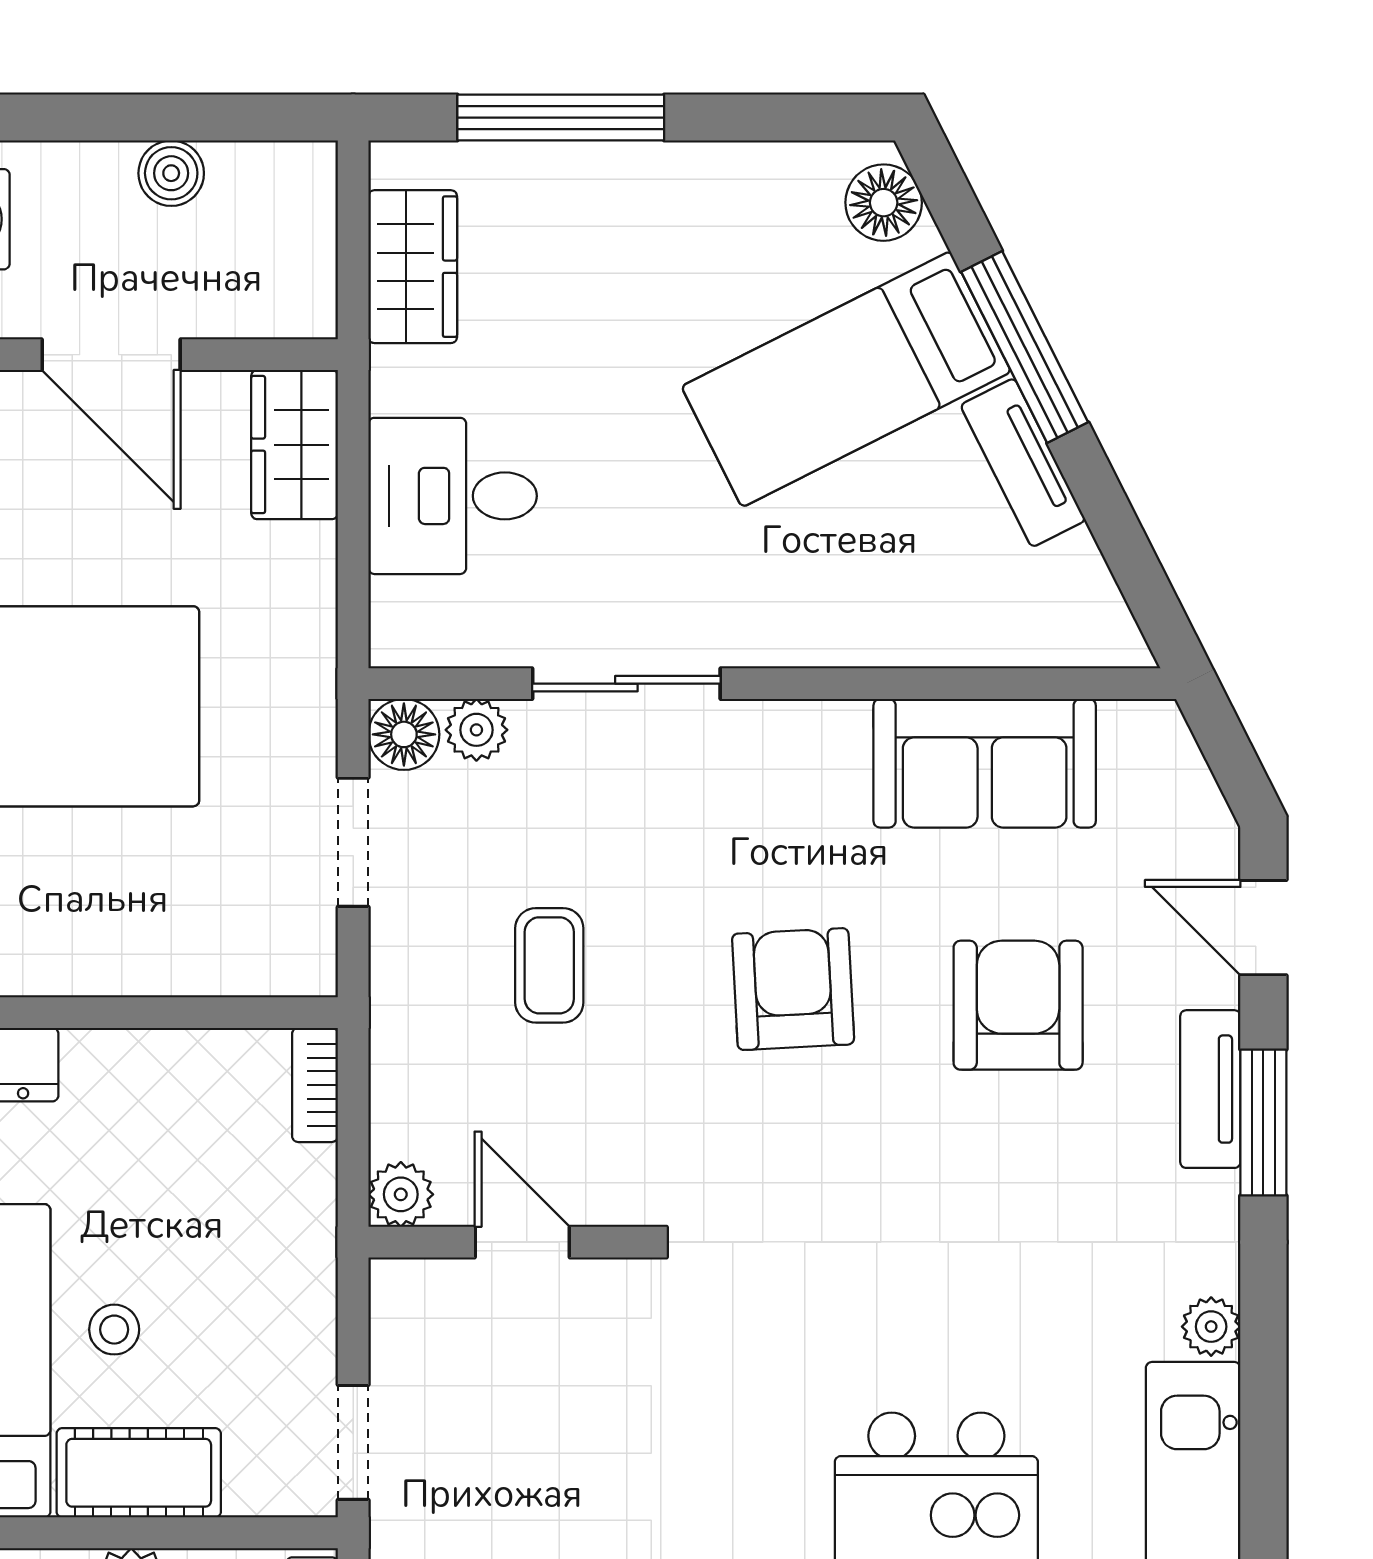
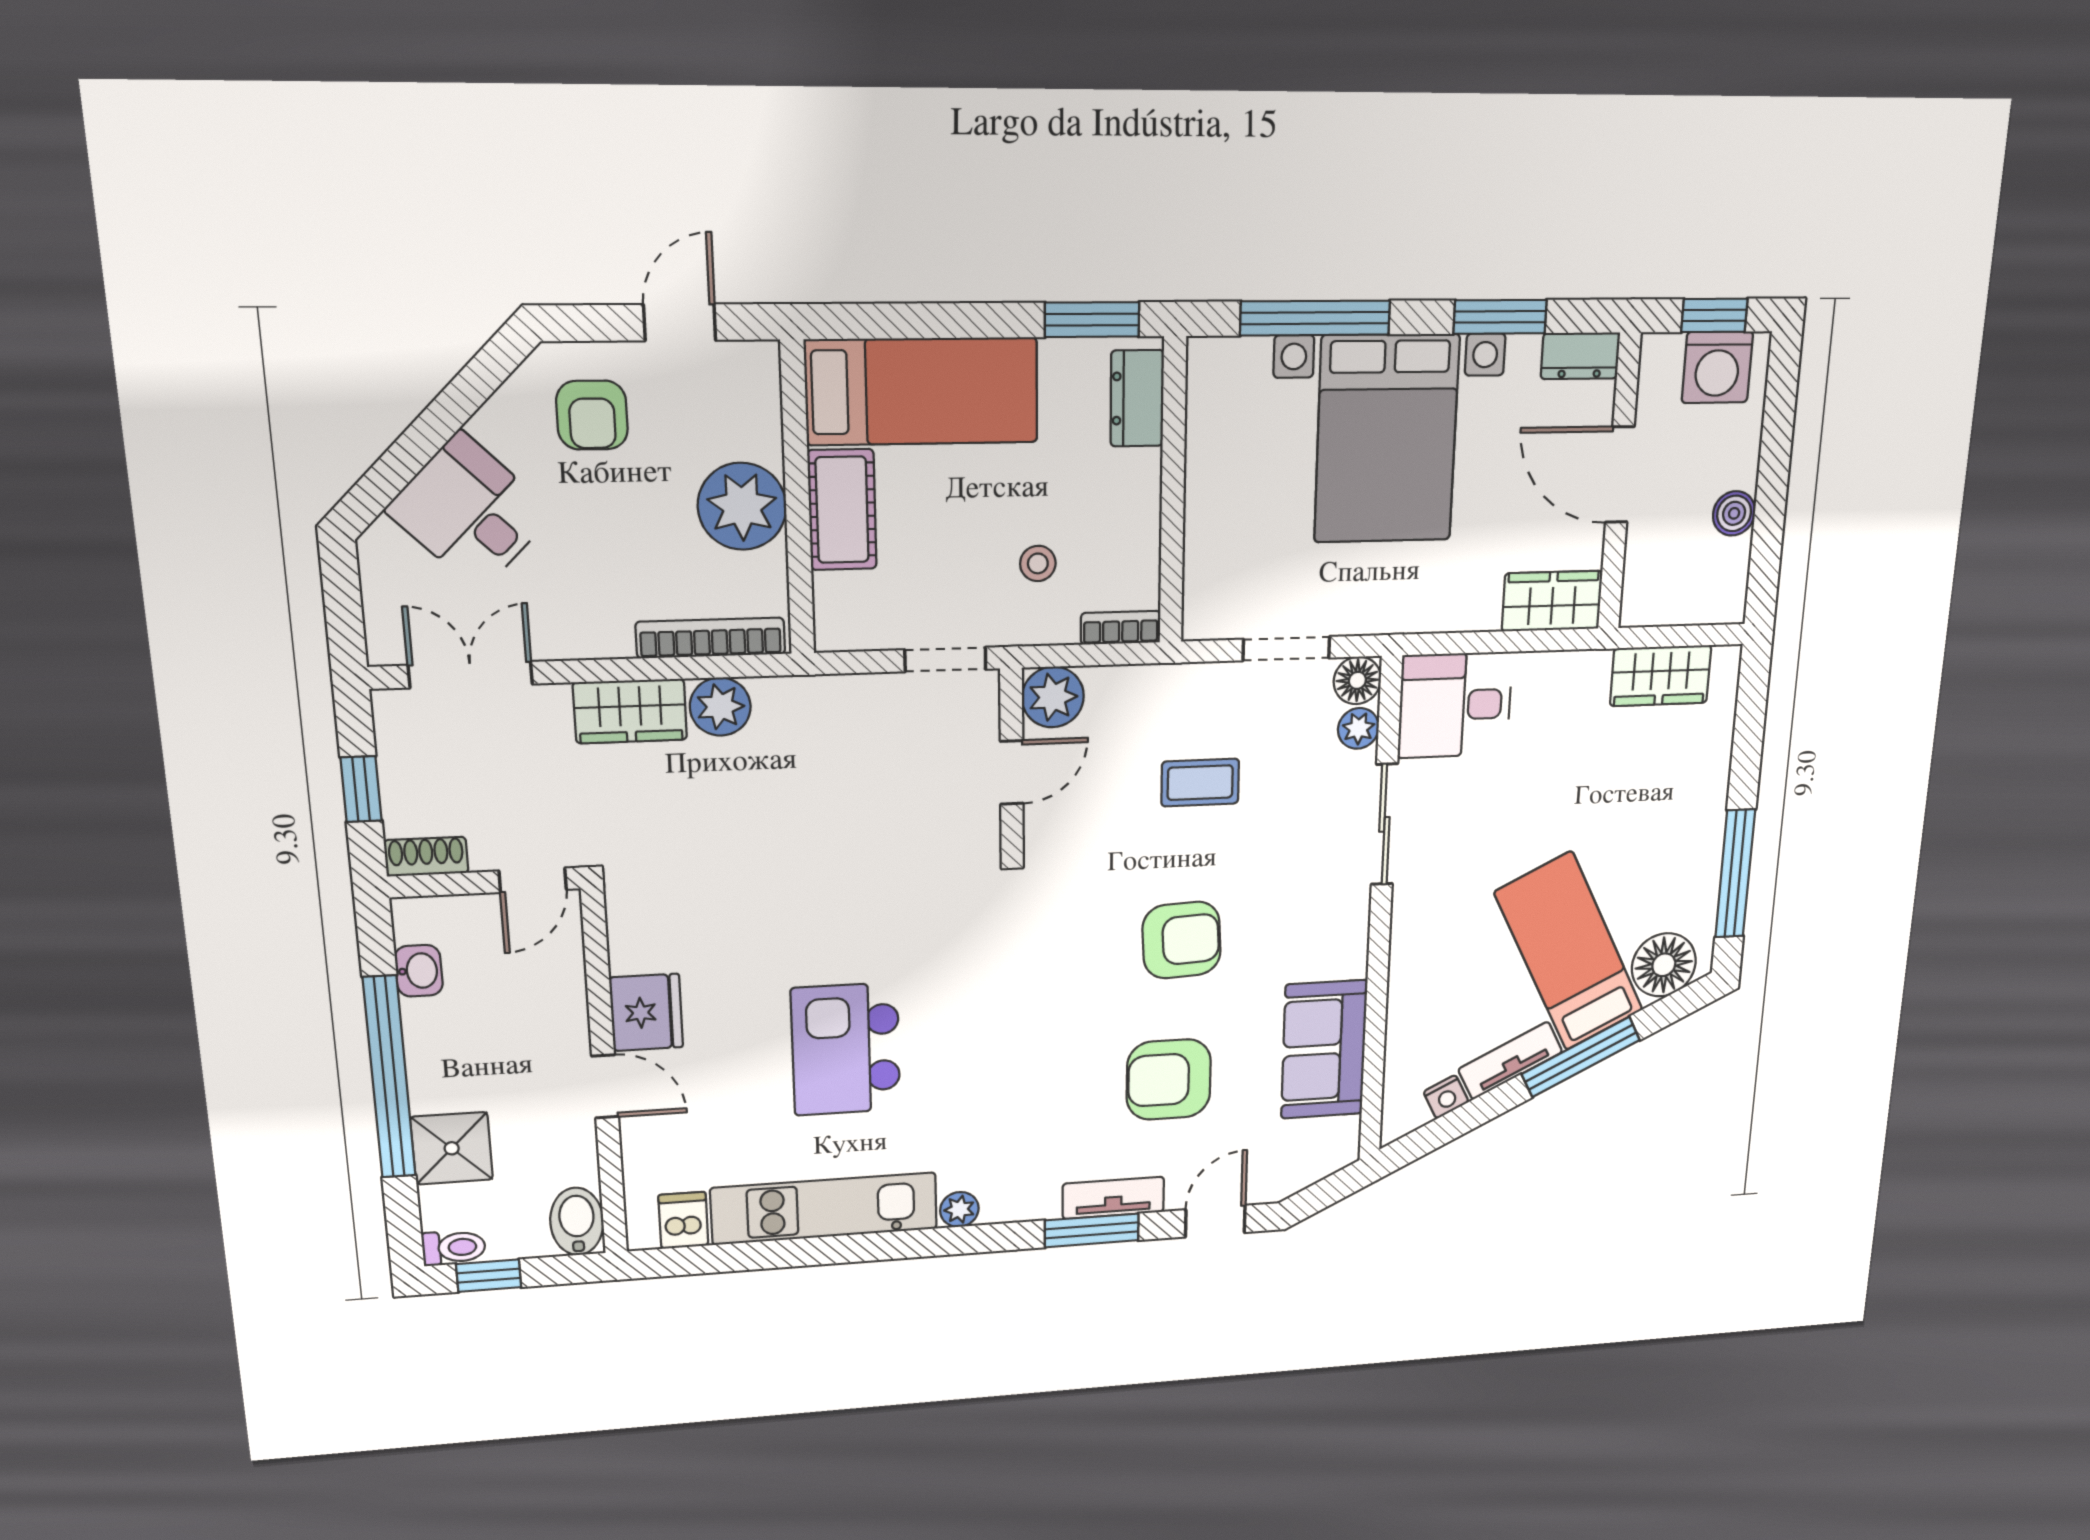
window: (561, 118) -> (1735, 874), moved
floor lamp: (884, 203) -> (1664, 965), width x1.38, depth x1.38
door: (111, 355) -> (1620, 475), hinge flipped
desk: (453, 496) -> (1455, 705), moved, turned -90
nightstand: (1078, 564) -> (1446, 1097), added
armchair: (1018, 1005) -> (1169, 1080), turned 180
plant: (401, 1194) -> (1053, 697), width x1.38, depth x1.38
stool: (114, 1330) -> (1038, 563), moved
doorway: (353, 1442) -> (945, 660), moved

